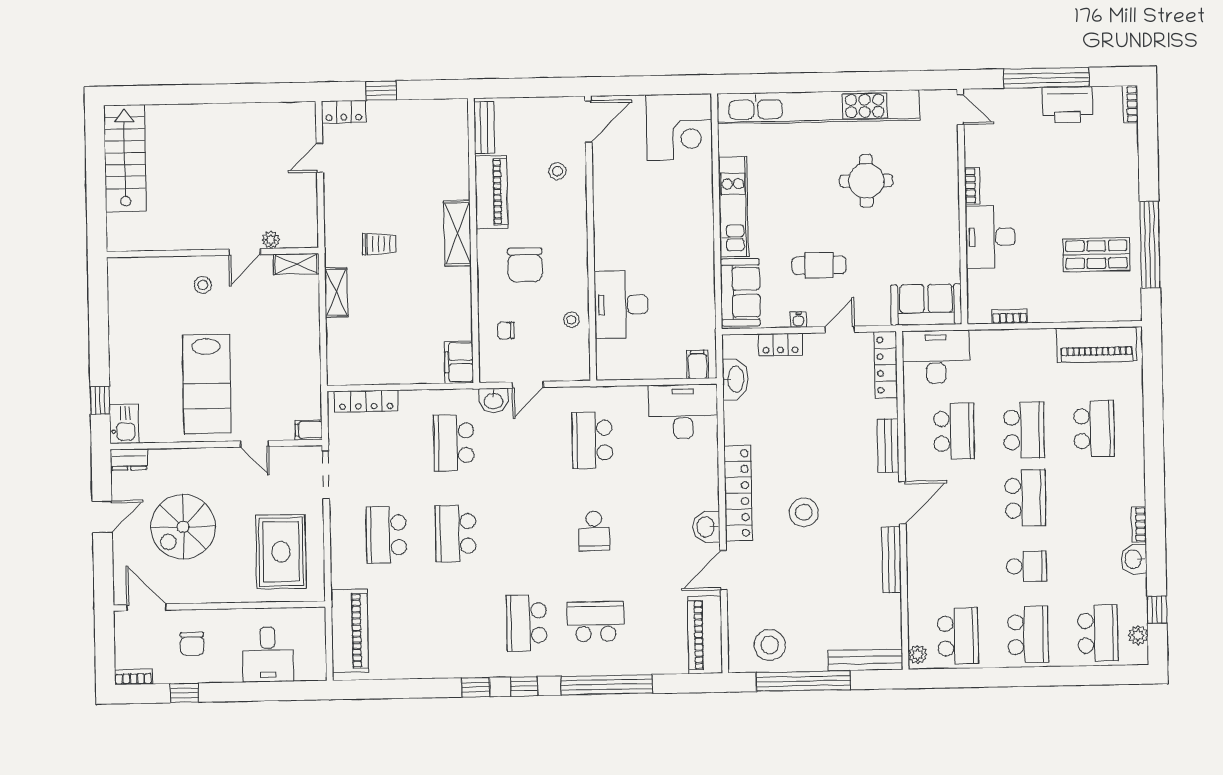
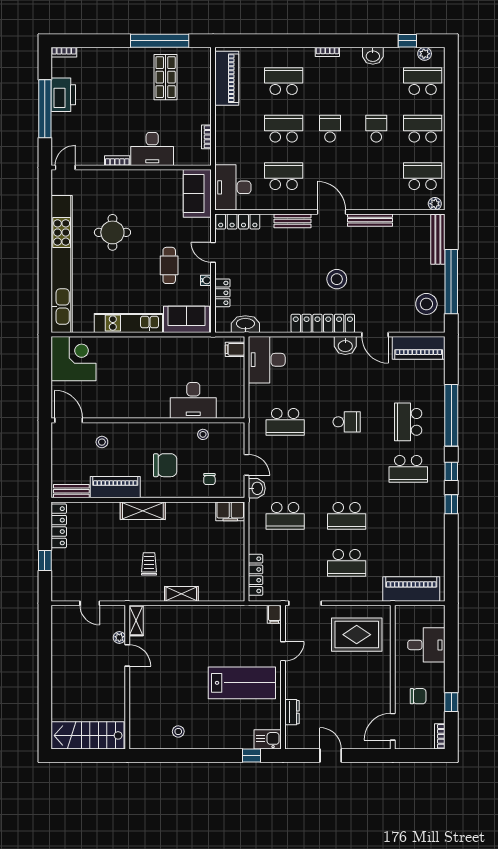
locker: (344, 112) -> (59, 526), moved, width x1.53
plant: (271, 240) -> (119, 638), moved
door: (245, 252) -> (127, 655), moved
wall: (213, 253) -> (127, 677), moved
shelving: (296, 264) -> (136, 621), moved
stool: (203, 285) -> (178, 731), moved
dresser: (129, 459) -> (292, 712), moved
school desk: (1025, 498) -> (330, 129), width x0.54
bookcase: (1139, 524) -> (327, 52), moved
spiral stairs: (183, 527) -> (338, 701), removed

